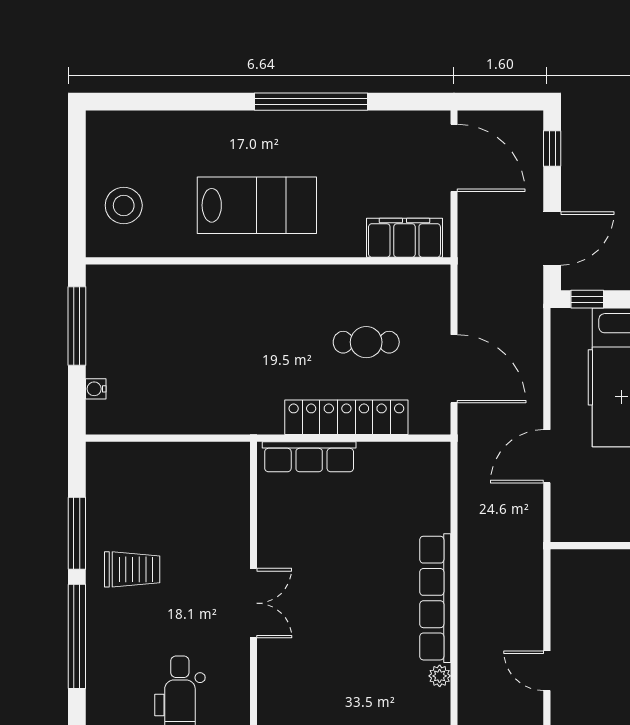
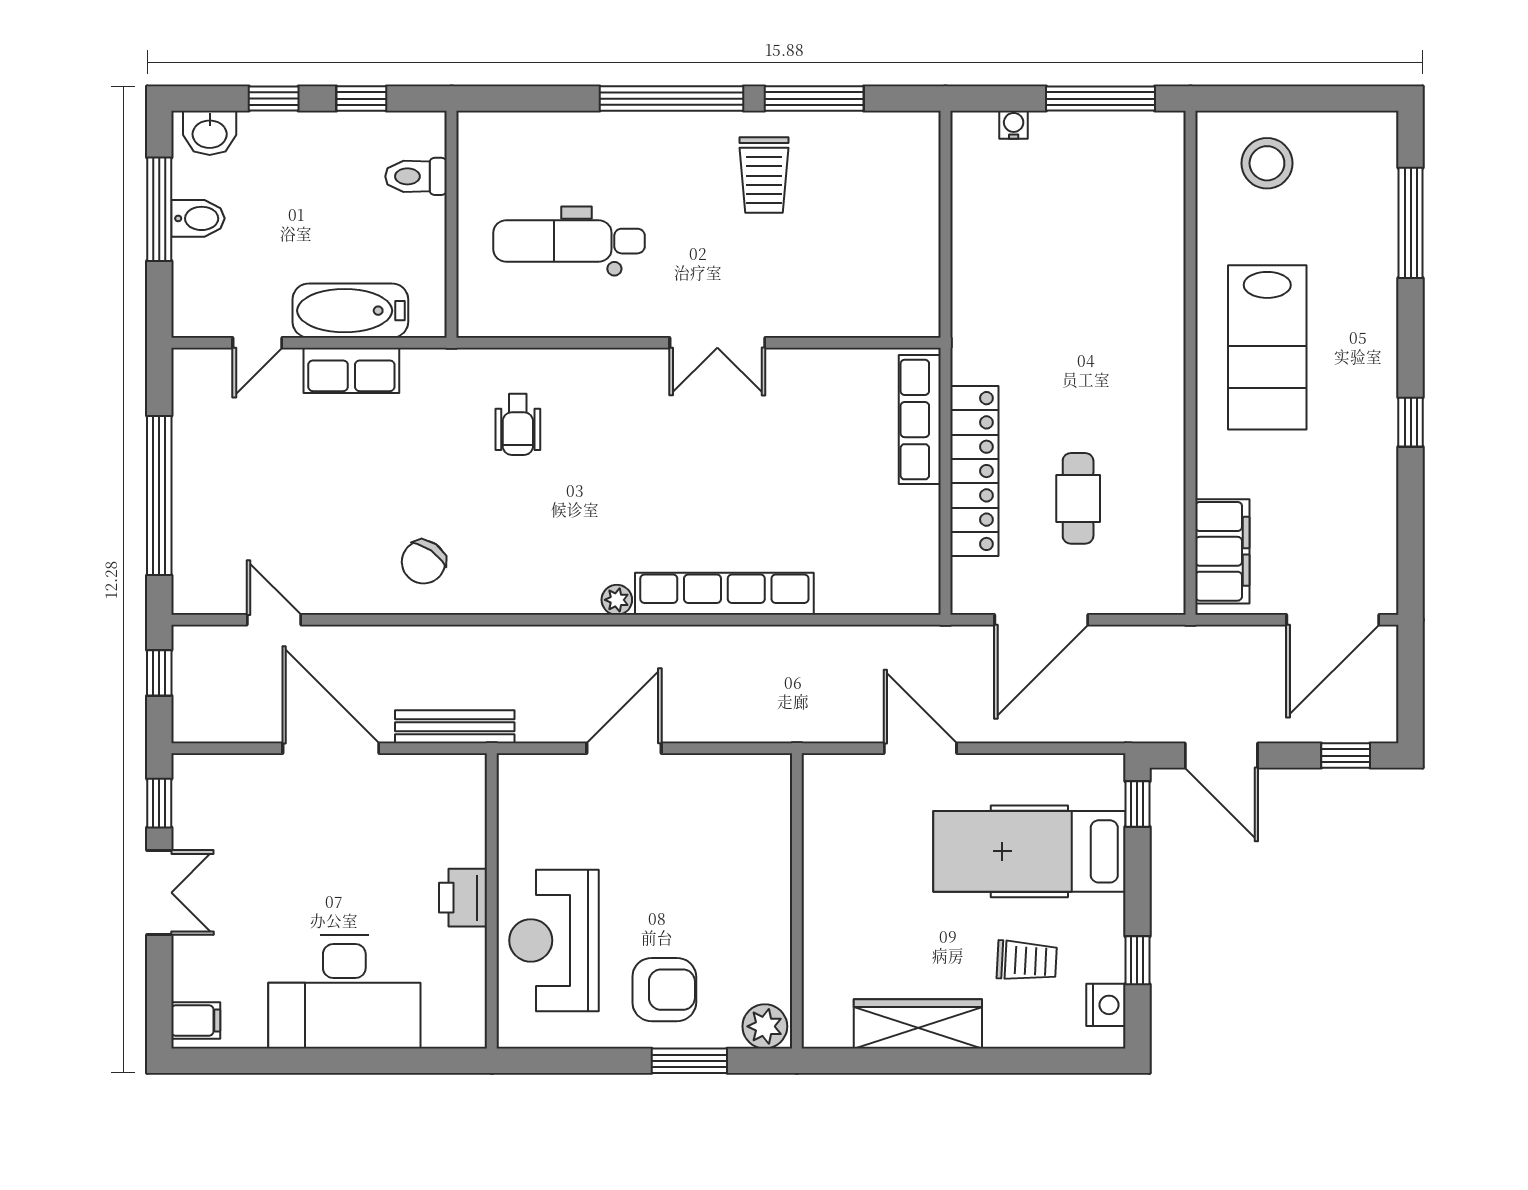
window: (167, 102) -> (1411, 223), added
window: (311, 102) -> (1411, 422), width x0.32
door: (547, 671) -> (624, 748), width x1.38

